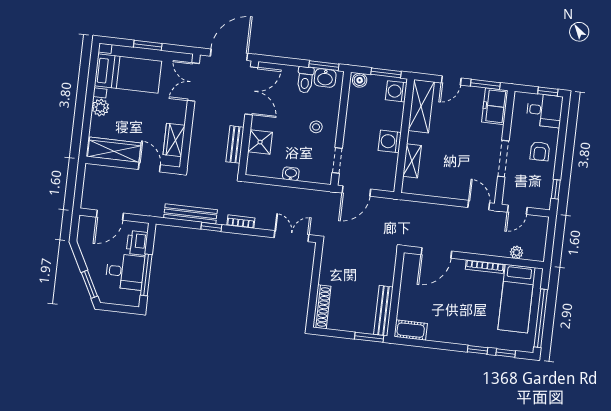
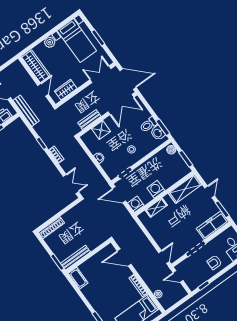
door: (451, 80) -> (210, 192), swing flipped
washing machine: (396, 91) -> (136, 204), moved
freezer: (495, 106) -> (213, 225), width x1.40
bench: (190, 214) -> (26, 111), moved

